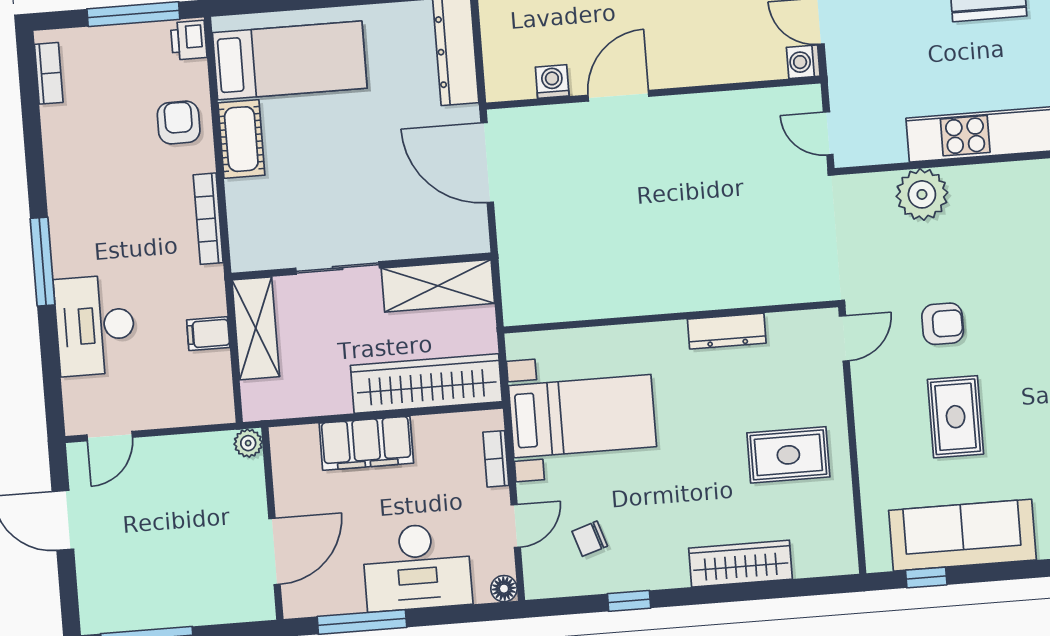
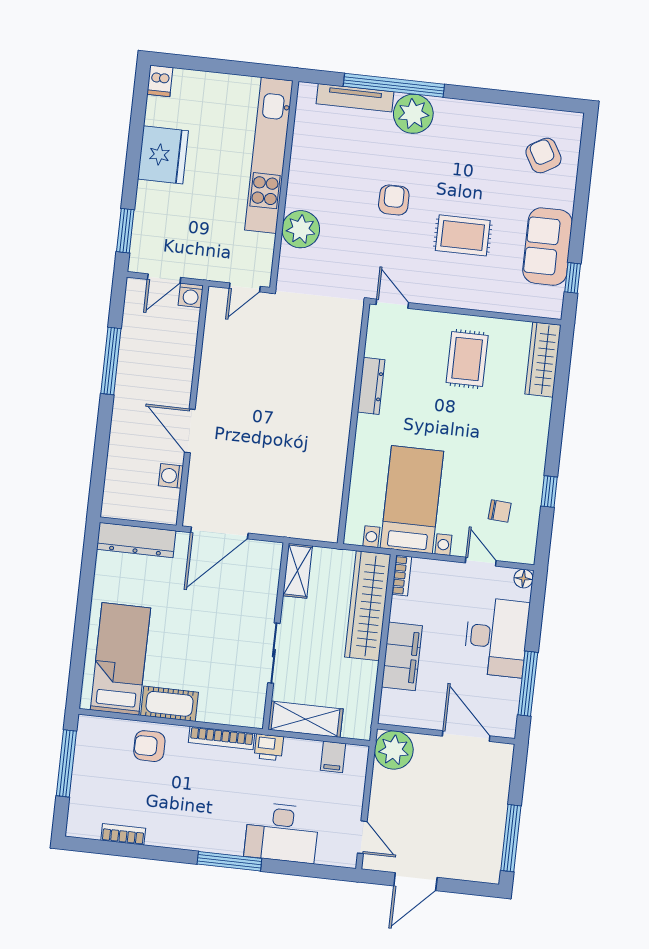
printer: (189, 40) -> (269, 747), moved
bookcase: (49, 73) -> (123, 834), moved
shelving: (438, 286) -> (298, 571), width x0.67, depth x0.75
armchair: (943, 324) -> (394, 200), moved
filing cabinet: (208, 334) -> (333, 757), moved
plant: (248, 443) -> (394, 750), width x1.87, depth x1.87
bookcase: (496, 459) -> (402, 575), moved, turned -90
sofa: (962, 535) -> (548, 247), width x0.73
chair: (590, 539) -> (500, 511), turned -68
wardrobe: (741, 564) -> (543, 360), moved

